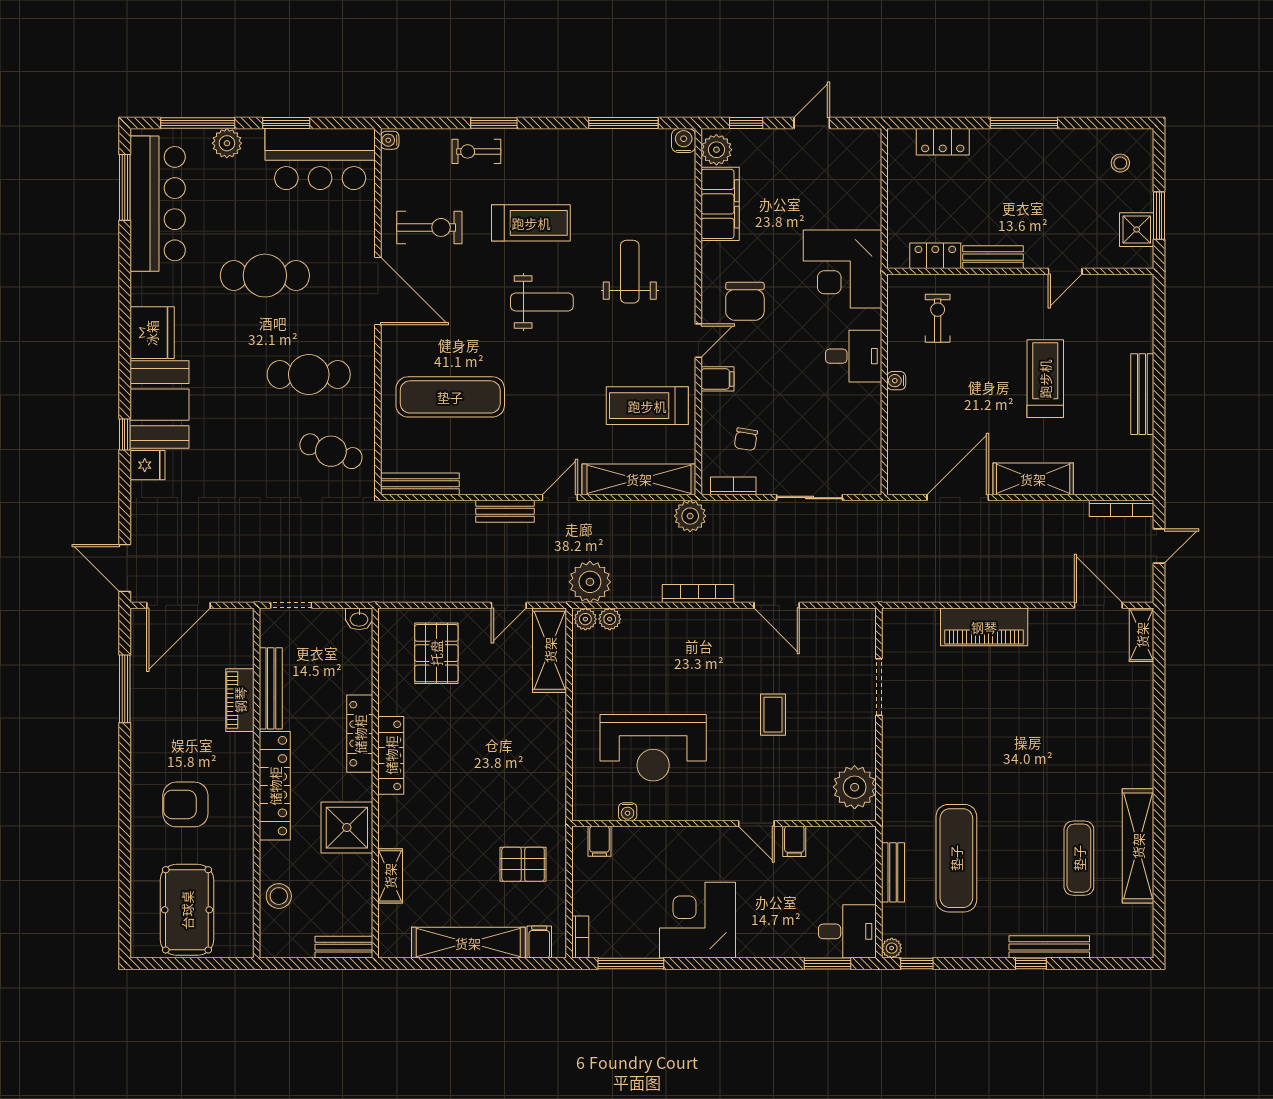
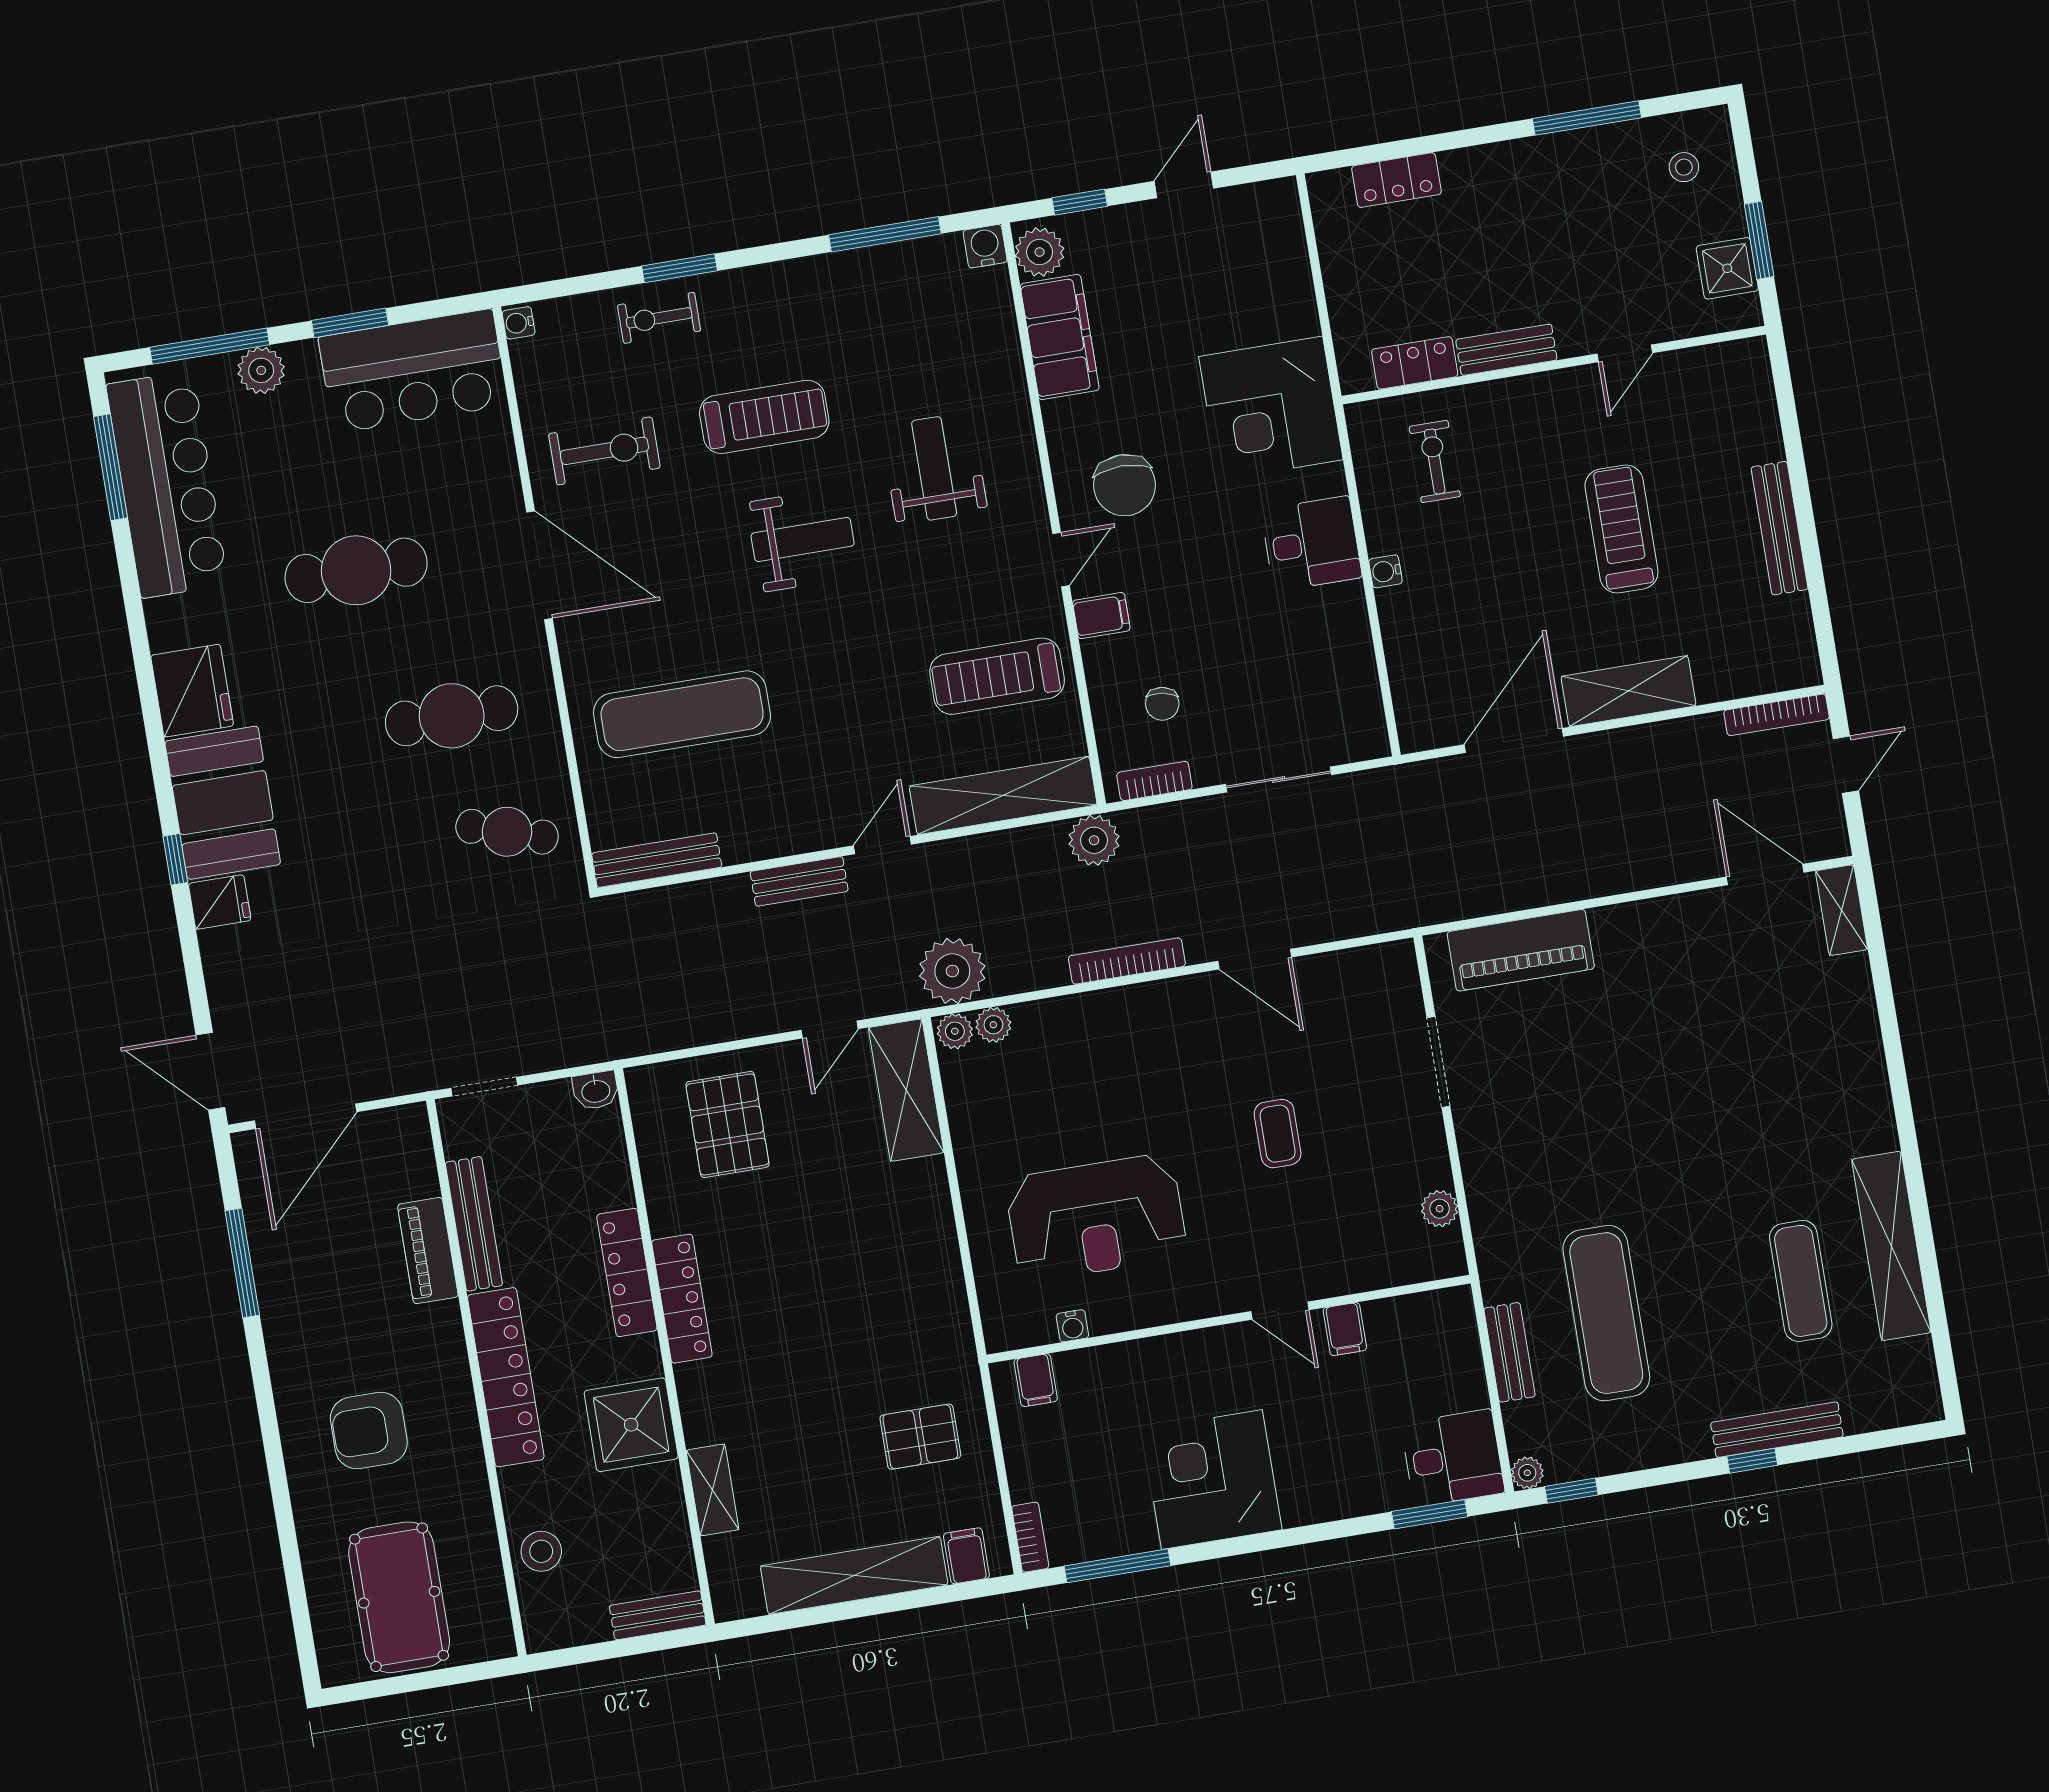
window: (1024, 123) -> (1587, 118), moved
piano: (984, 627) -> (1521, 950), moved
plant: (855, 787) -> (1440, 1209), width x0.53, depth x0.53

